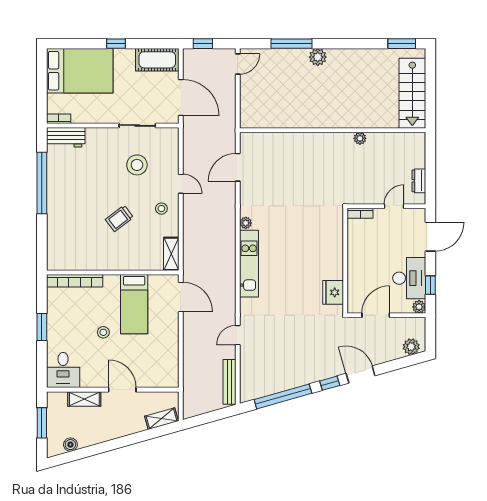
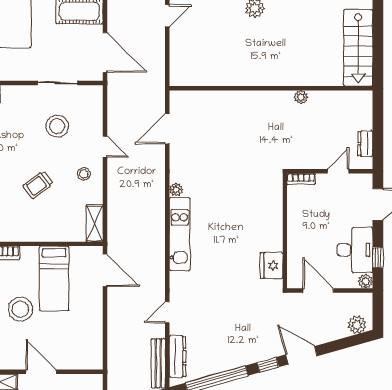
door: (376, 315) -> (318, 291), hinge flipped
stool: (103, 332) -> (20, 309), width x1.89, depth x1.89
dresser: (247, 376) -> (178, 356), added

